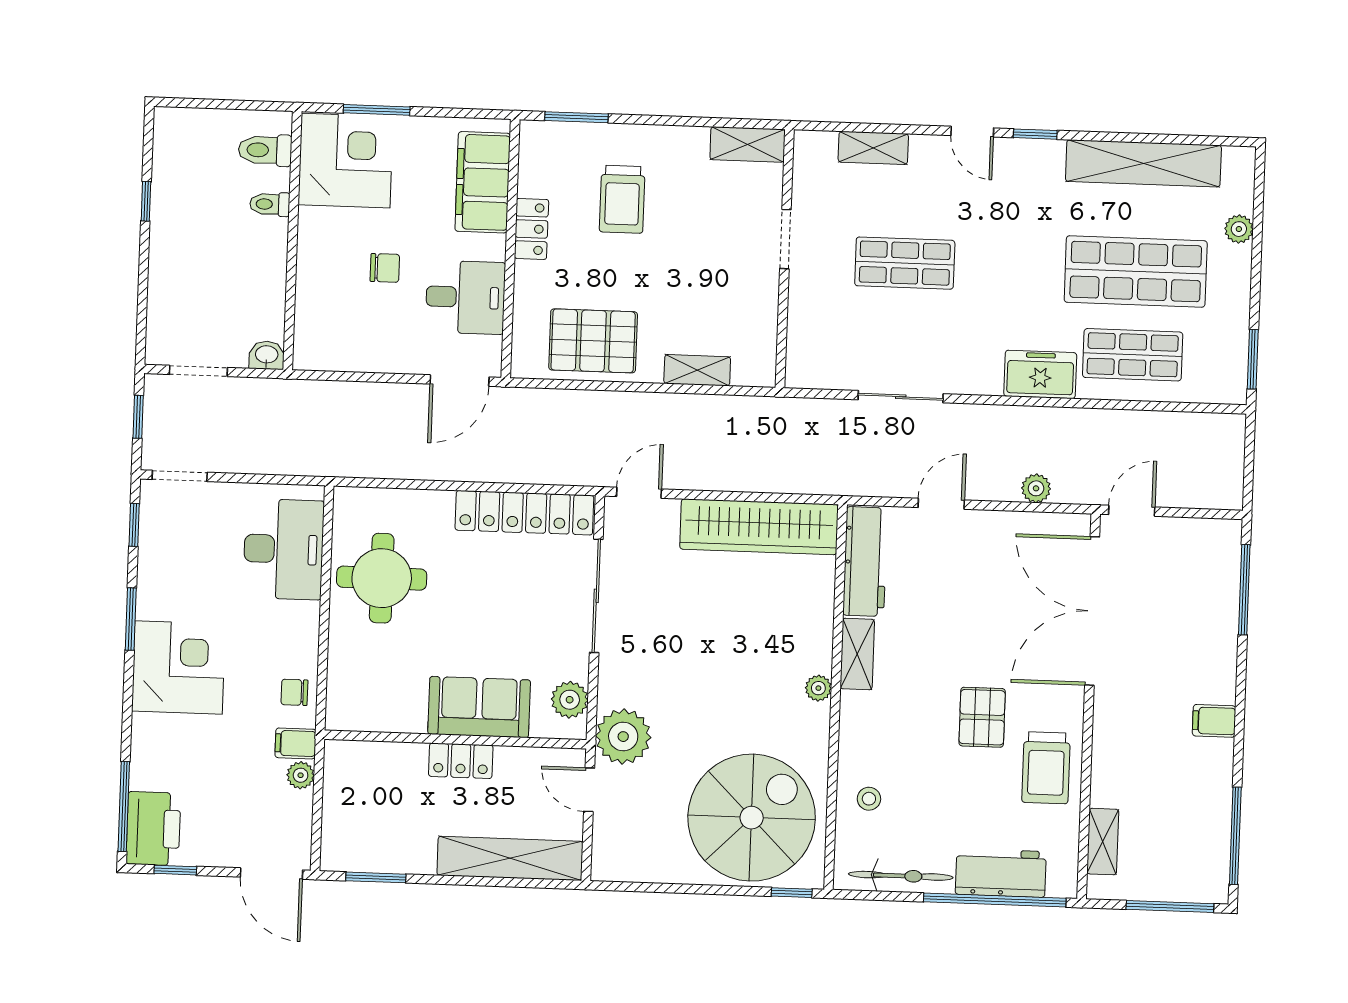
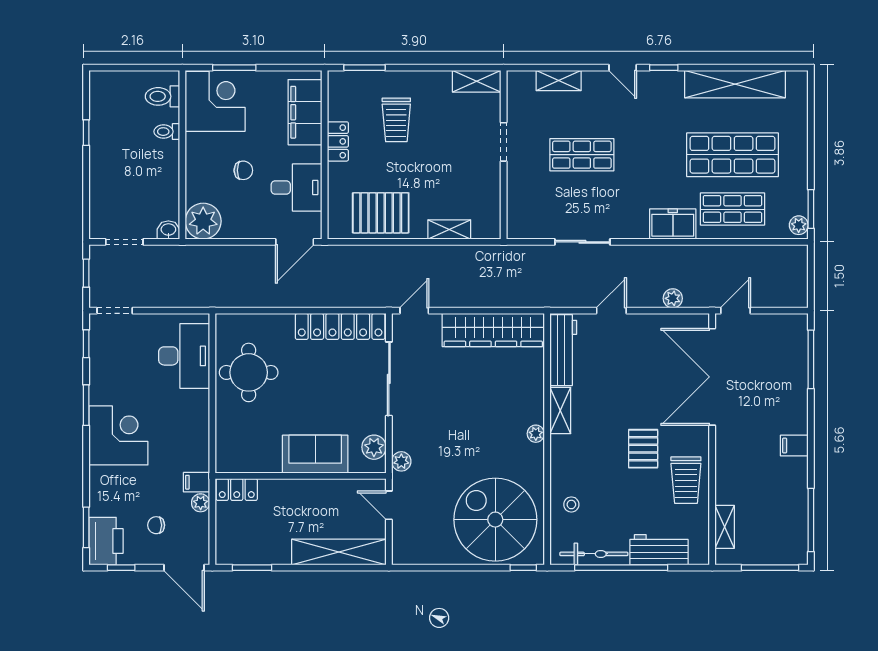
plant: (1239, 229) -> (799, 225), moved
plant: (320, 344) -> (203, 221), added
chair: (294, 692) -> (156, 525), moved
plant: (623, 737) -> (401, 461), width x0.53, depth x0.53
locker: (461, 761) -> (237, 490), moved
window: (124, 806) -> (86, 527), width x0.69
spiral stairs: (752, 818) -> (495, 520), turned -90
window: (995, 900) -> (621, 568), moved

